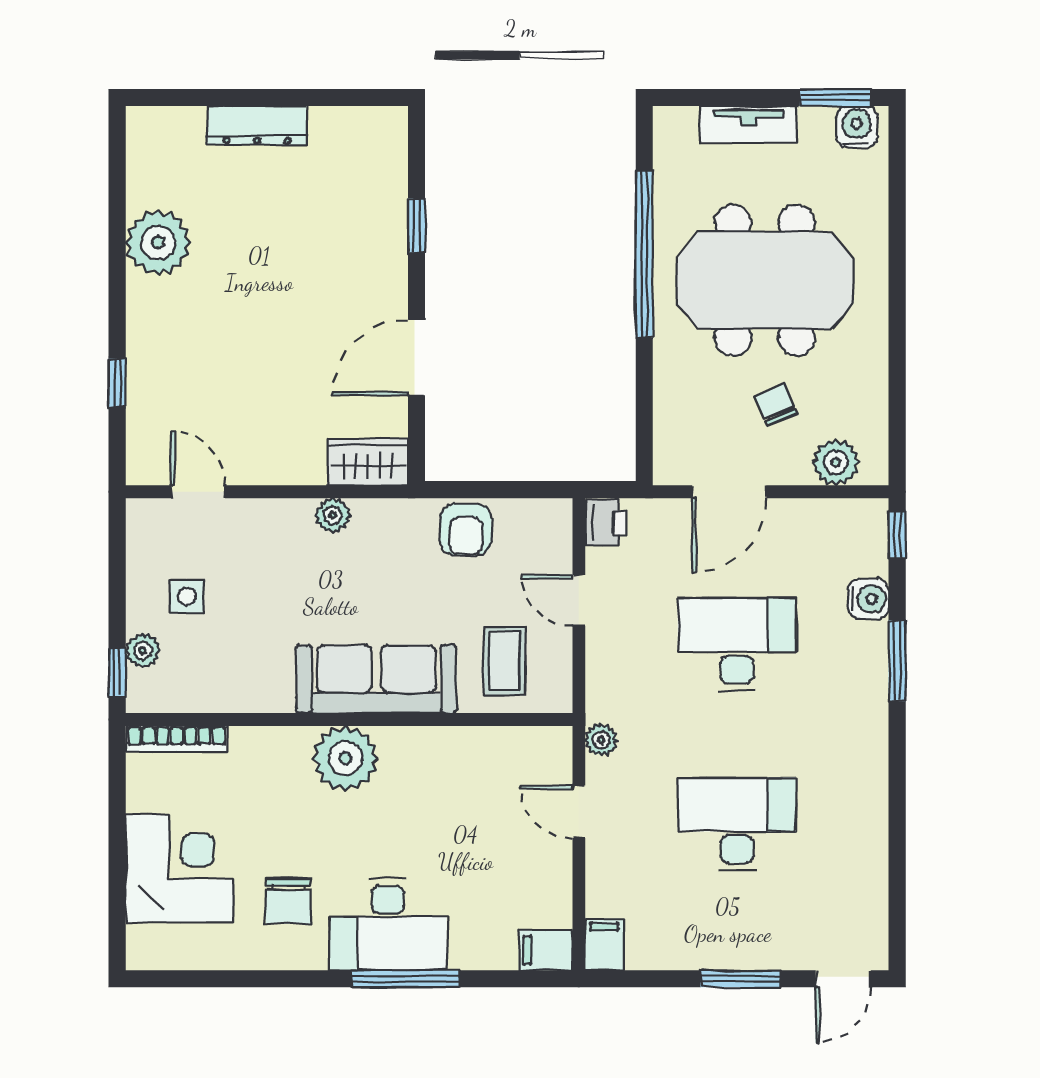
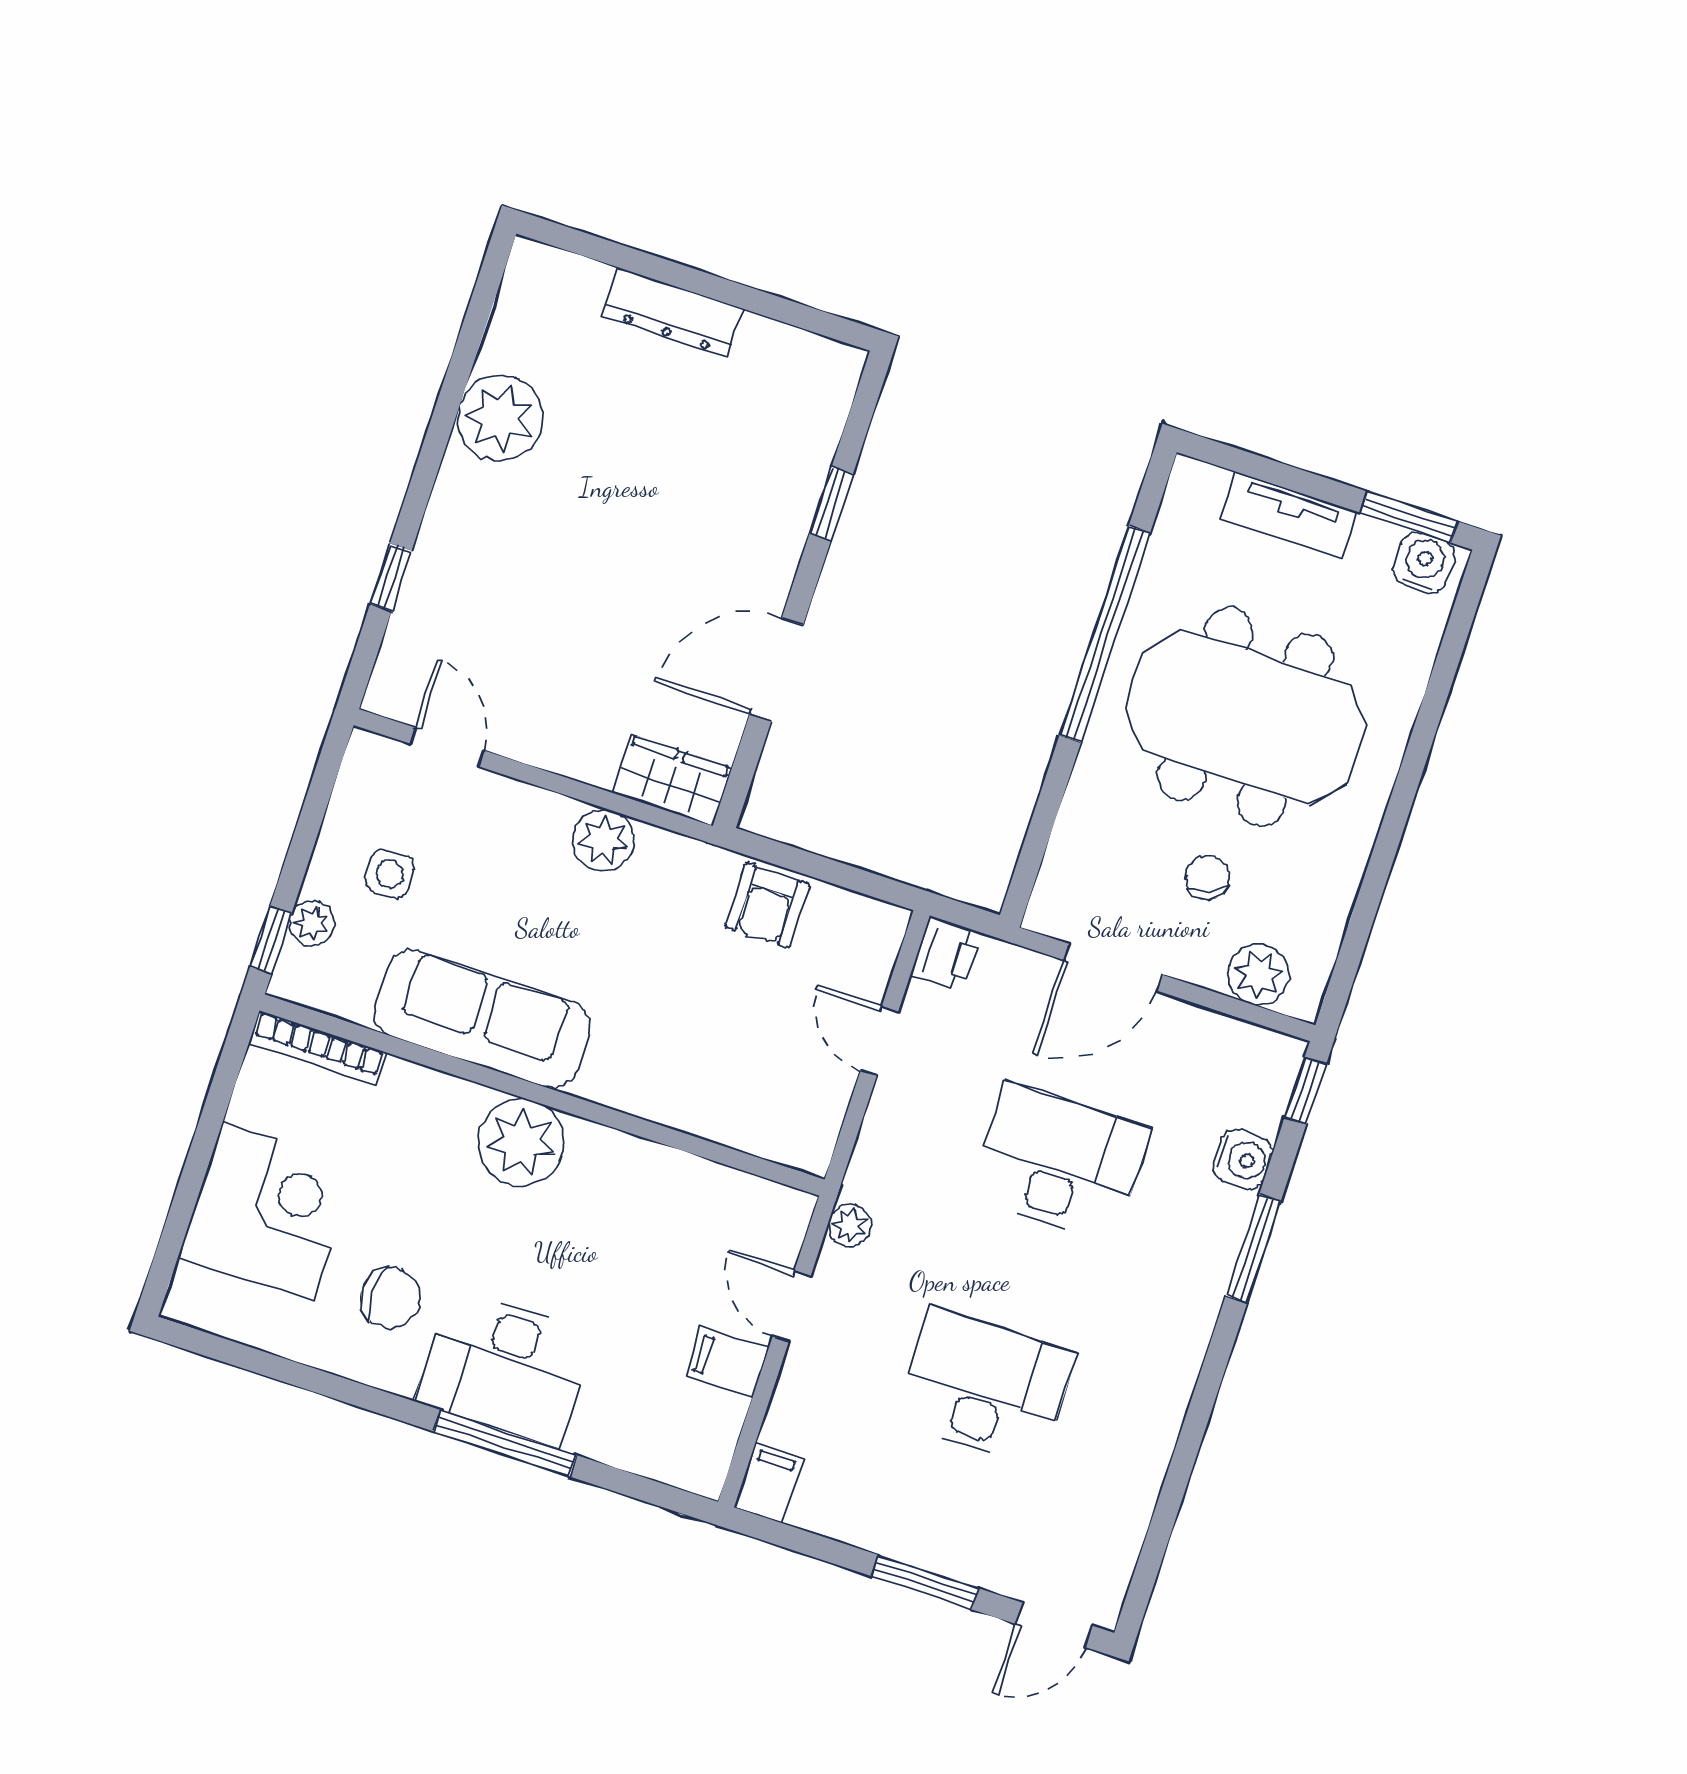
plant: (333, 515) -> (604, 840), width x1.38, depth x1.38
coffee table: (504, 661) -> (761, 1086), removed
sofa: (376, 679) -> (482, 1019), moved
chair: (288, 901) -> (391, 1298), turned -90
filing cabinet: (546, 950) -> (727, 1362), moved

